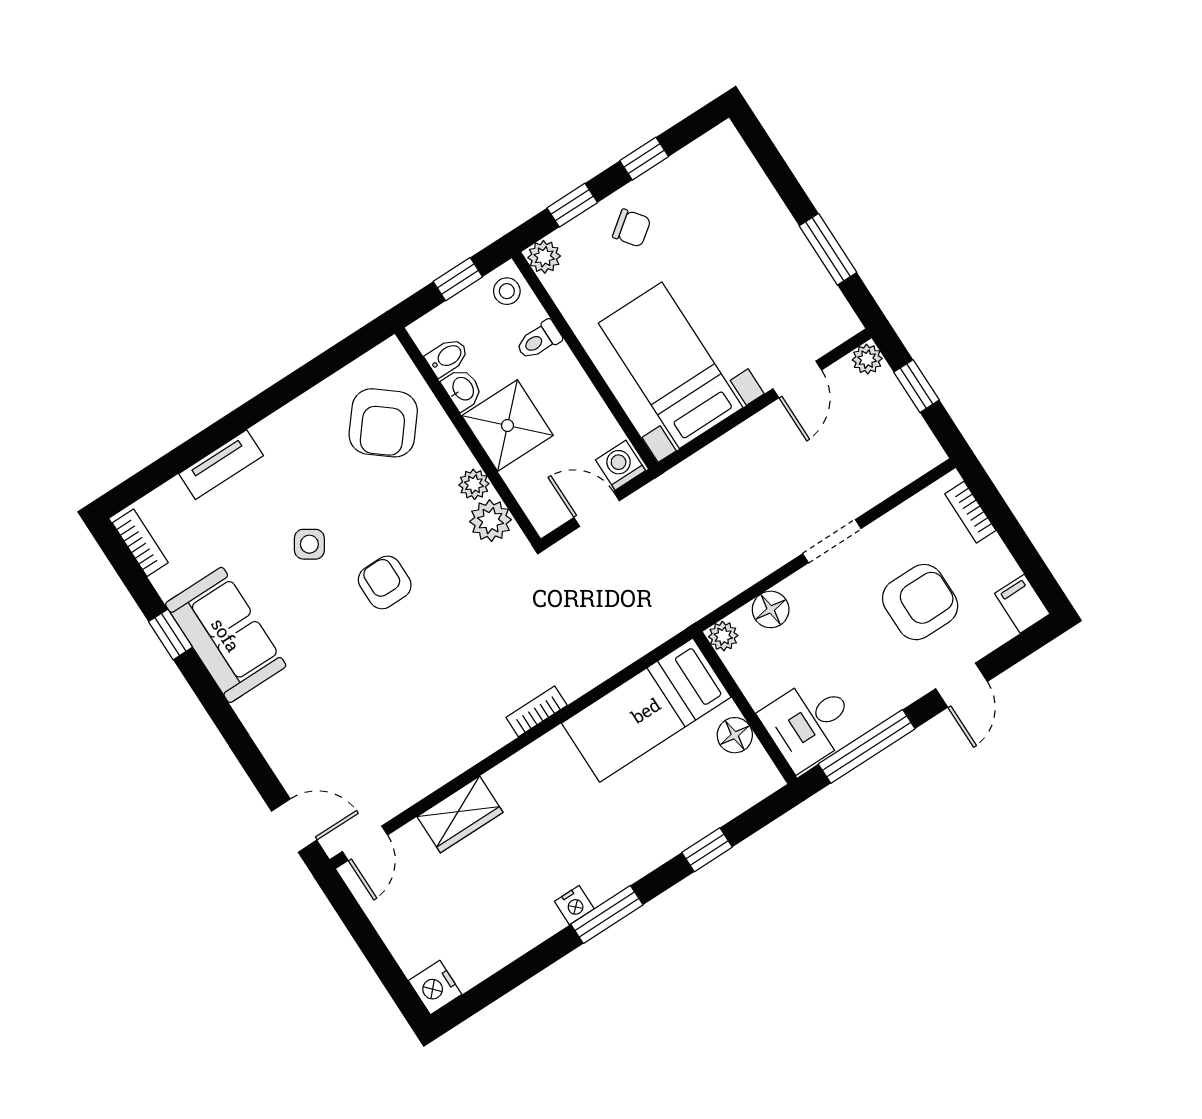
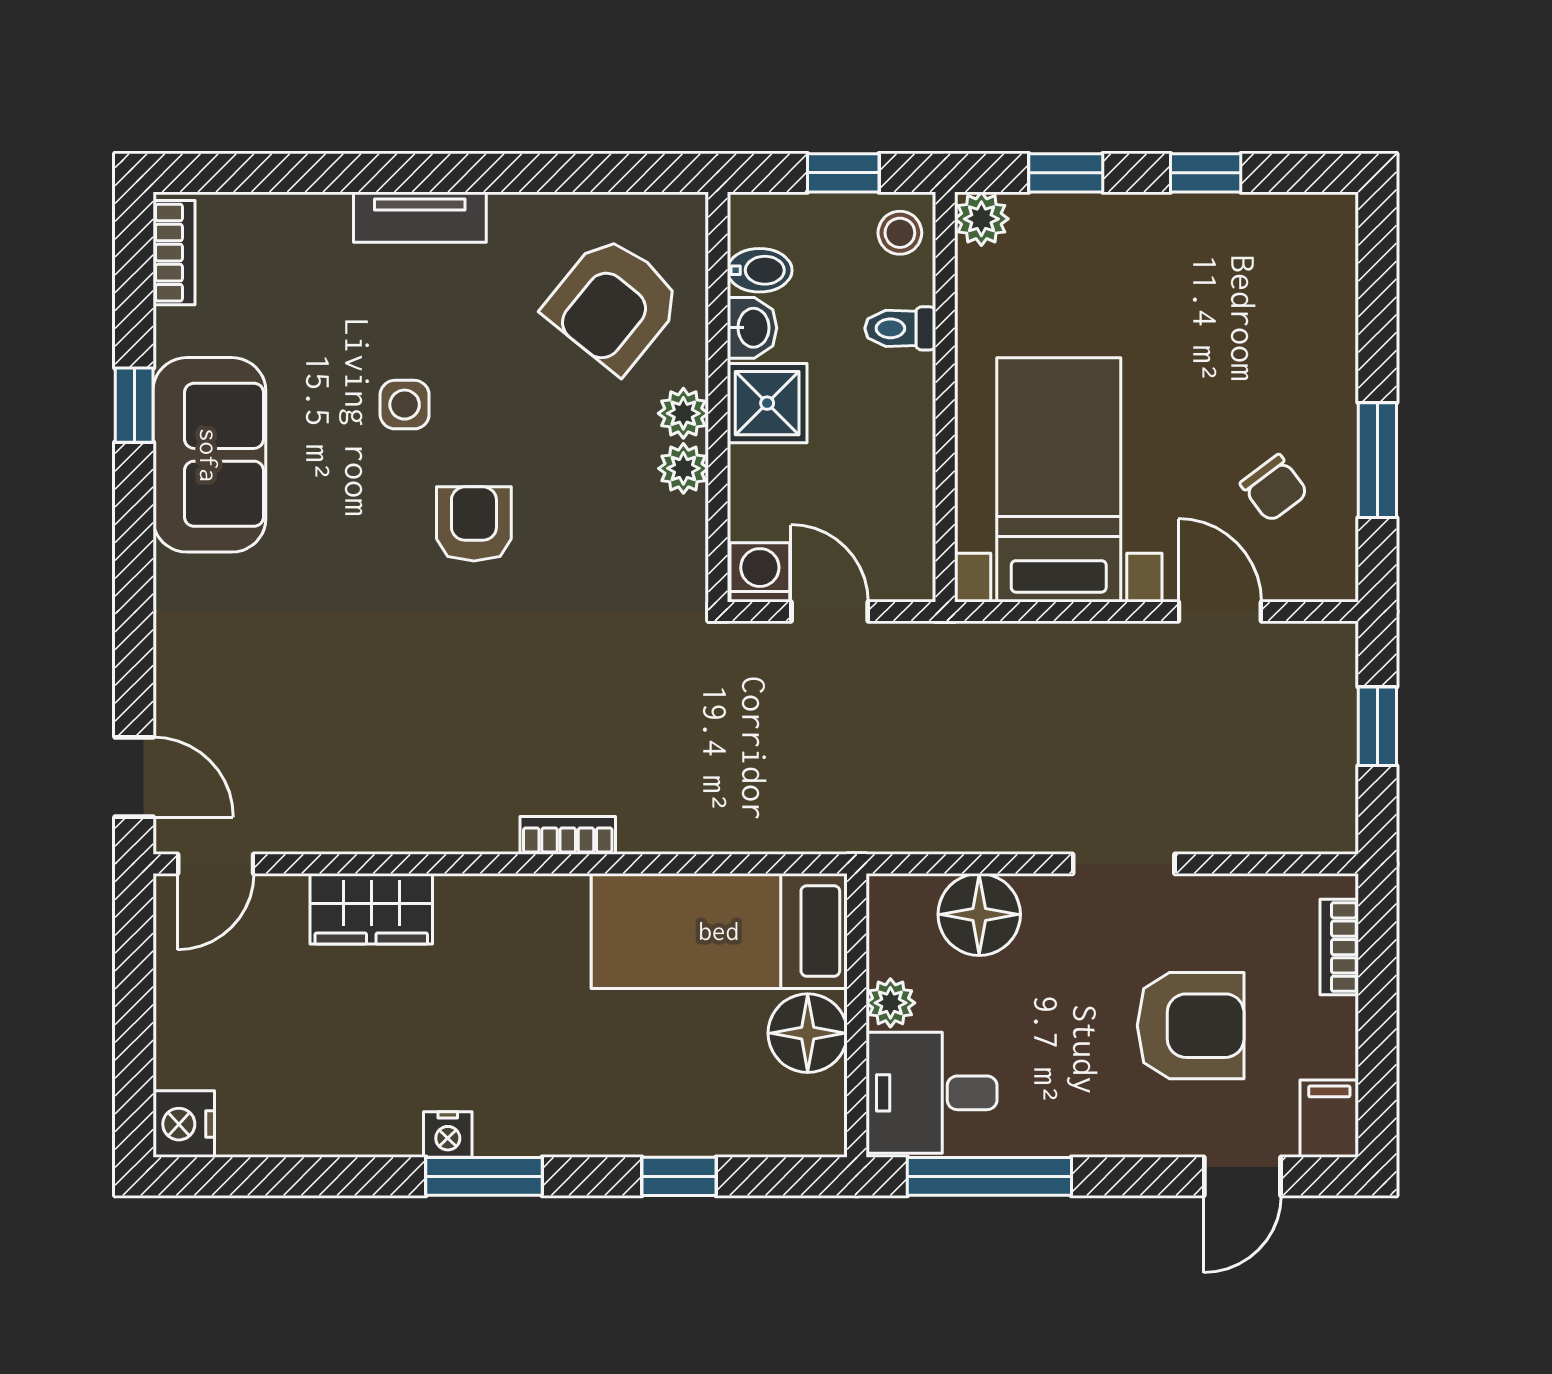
chair: (632, 228) -> (1274, 488), moved
plant: (867, 359) -> (1334, 646), removed
door: (797, 379) -> (1220, 611), swing flipped
shower: (507, 425) -> (767, 403), width x0.73, depth x0.73
tv unit: (221, 465) -> (420, 217), moved
washing machine: (621, 465) -> (760, 572), moved
plant: (491, 521) -> (683, 413), moved, width x0.73, depth x0.73
side table: (309, 544) -> (405, 405), turned -33
floor lamp: (771, 609) -> (979, 914), width x1.38, depth x1.38
plant: (723, 636) -> (890, 1003), moved
door: (961, 685) -> (1242, 1176), moved
floor lamp: (735, 735) -> (808, 1033), width x1.38, depth x1.38

